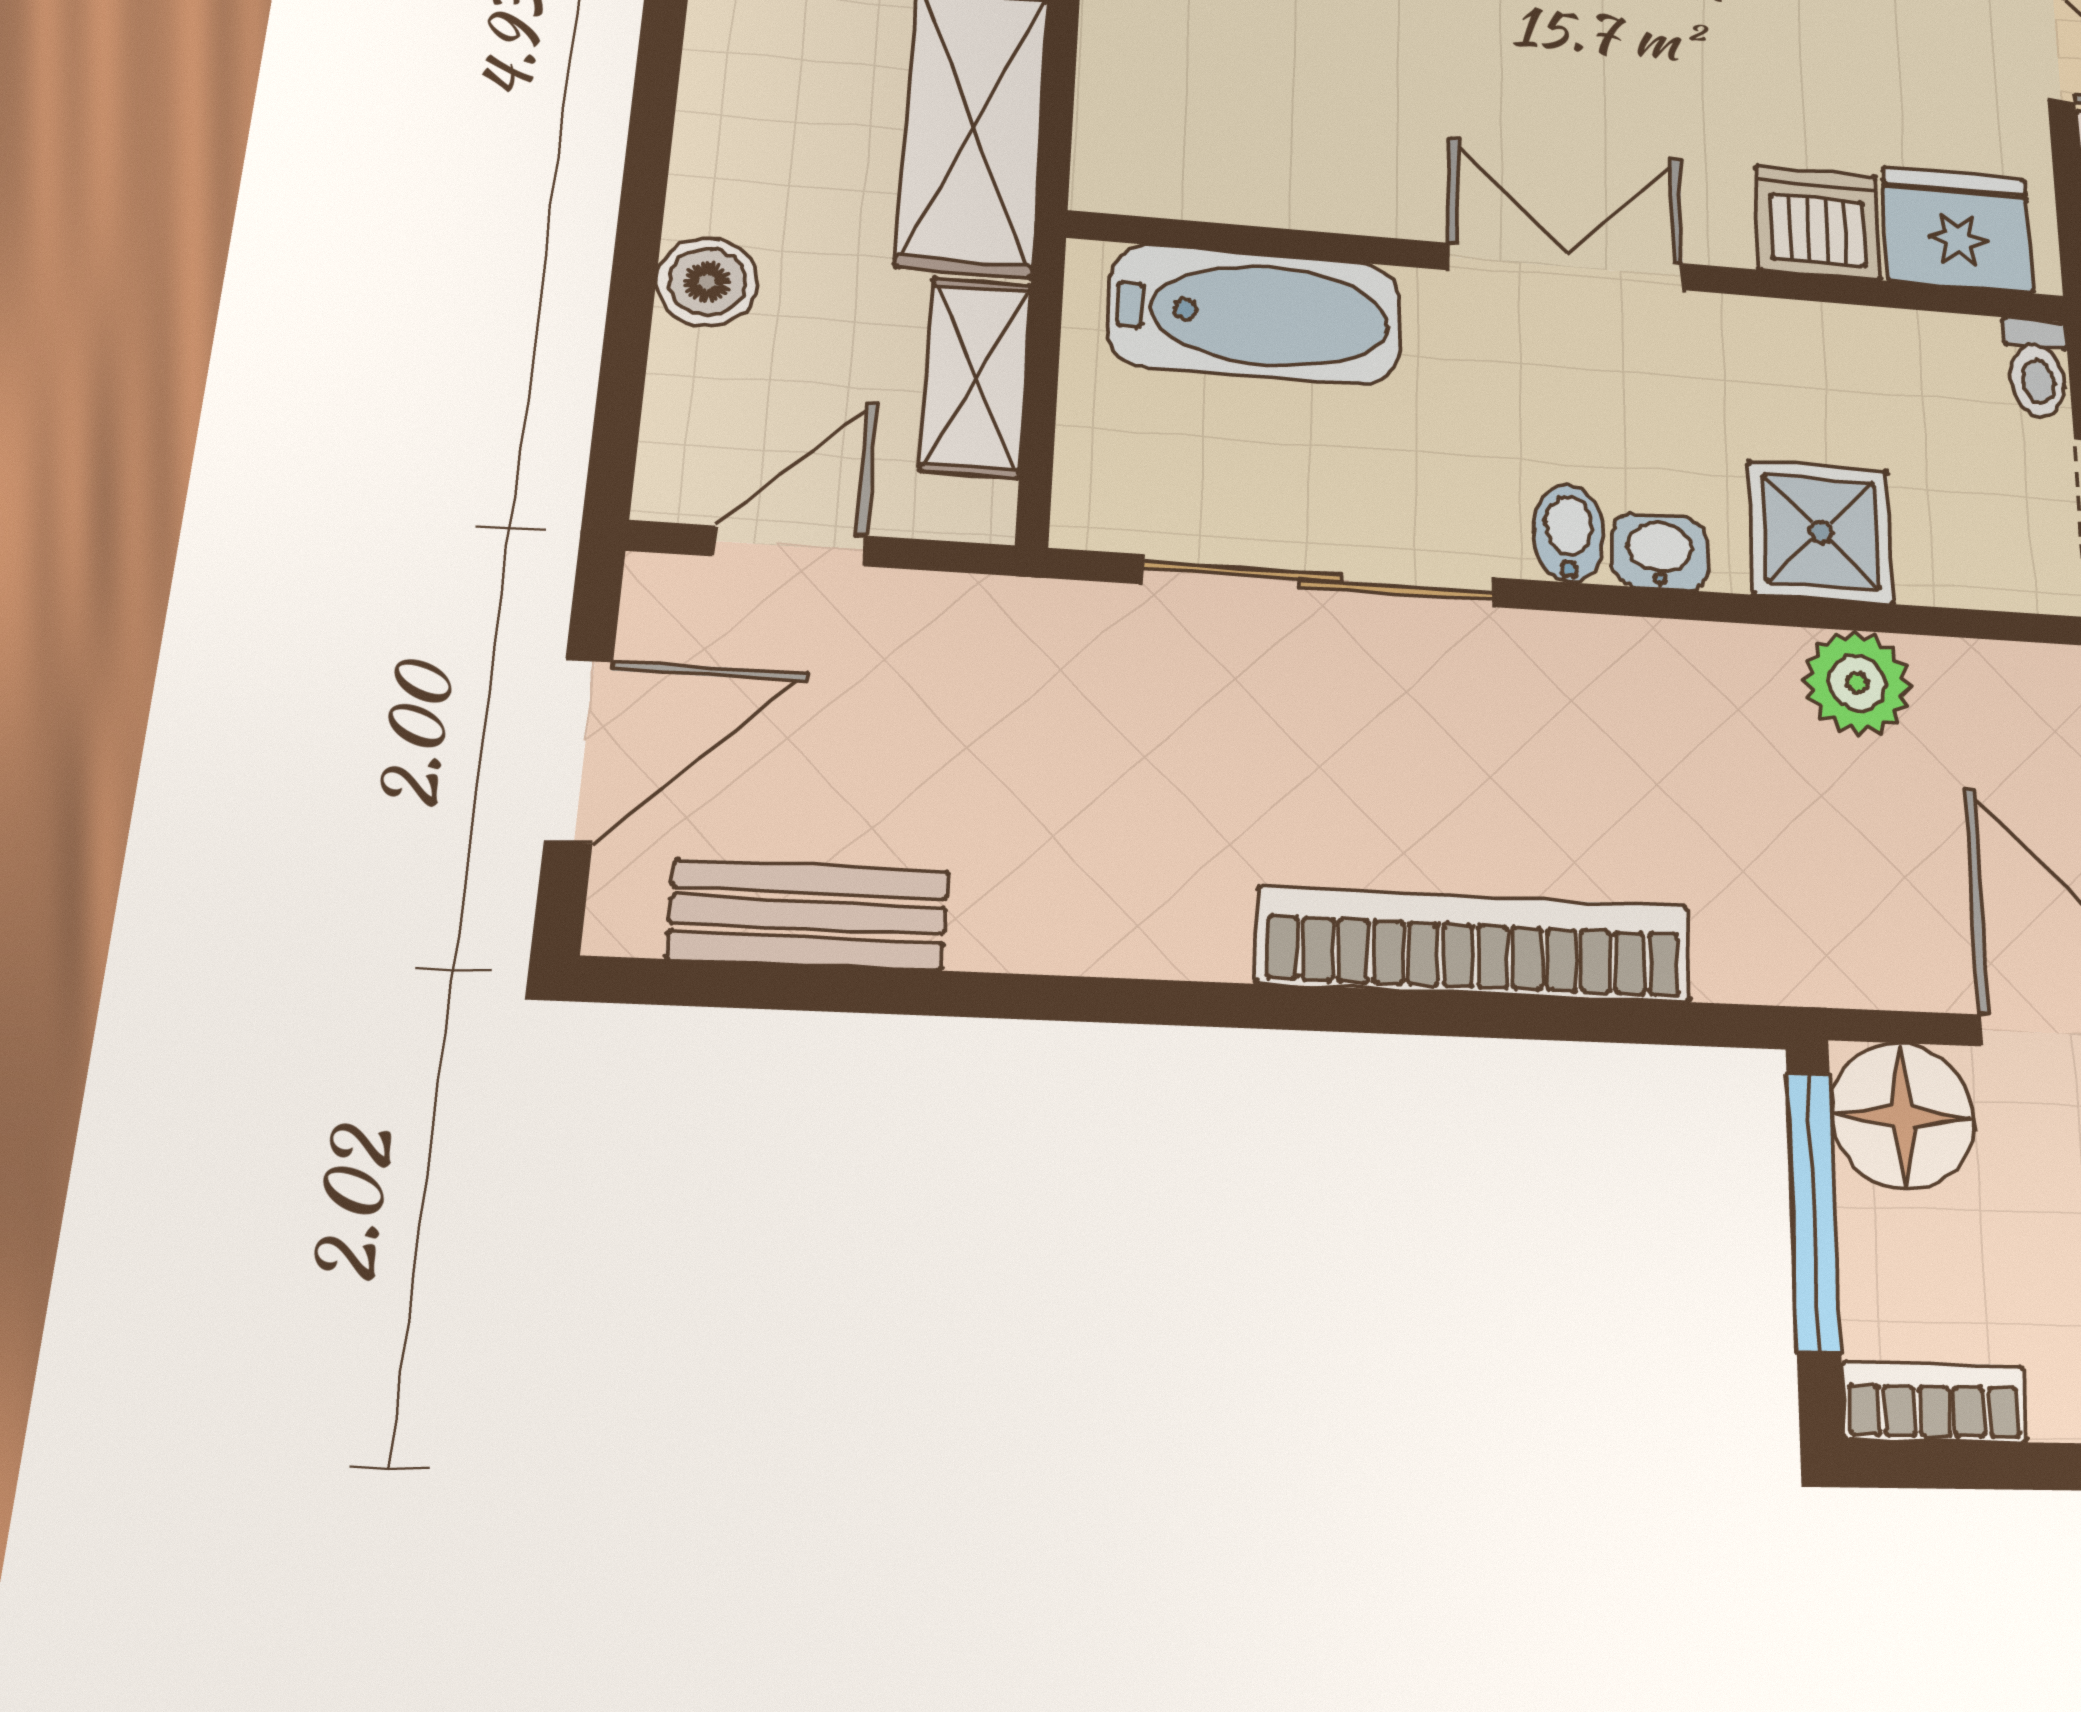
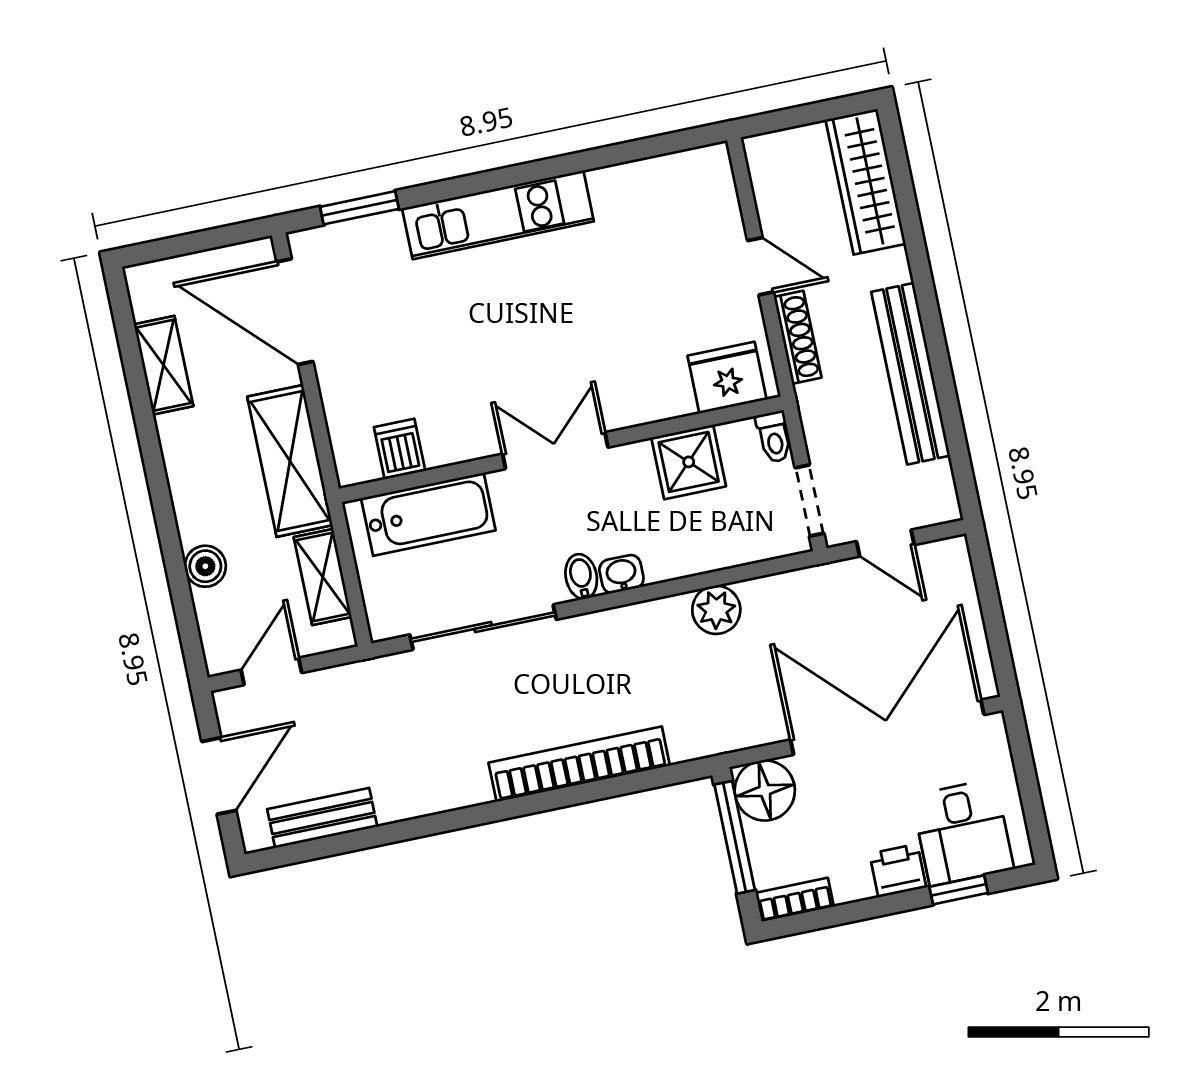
dishwasher: (1818, 223) -> (400, 449), moved, width x0.73
shower: (1821, 532) -> (689, 462), moved

